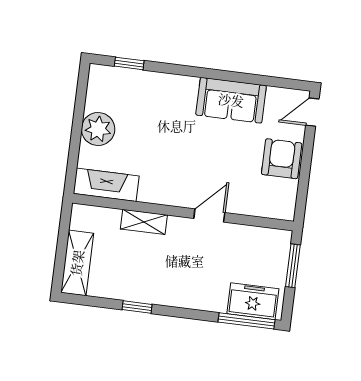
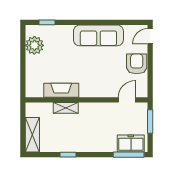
sofa: (231, 100) -> (98, 35), width x1.36
plant: (98, 129) -> (34, 45), moved
fireplace: (106, 185) -> (61, 90), moved
door: (209, 215) -> (127, 100), moved

